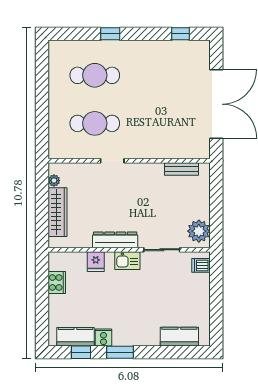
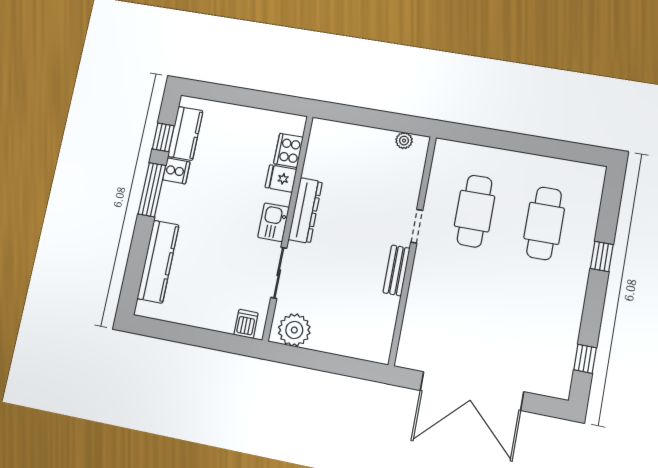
bench: (181, 169) -> (396, 270), moved
wardrobe: (58, 212) -> (359, 138), removed
cooker: (57, 283) -> (288, 150), moved, turned 90
kitchen counter: (179, 337) -> (158, 262), width x1.50
window: (120, 352) -> (152, 190), width x1.44

